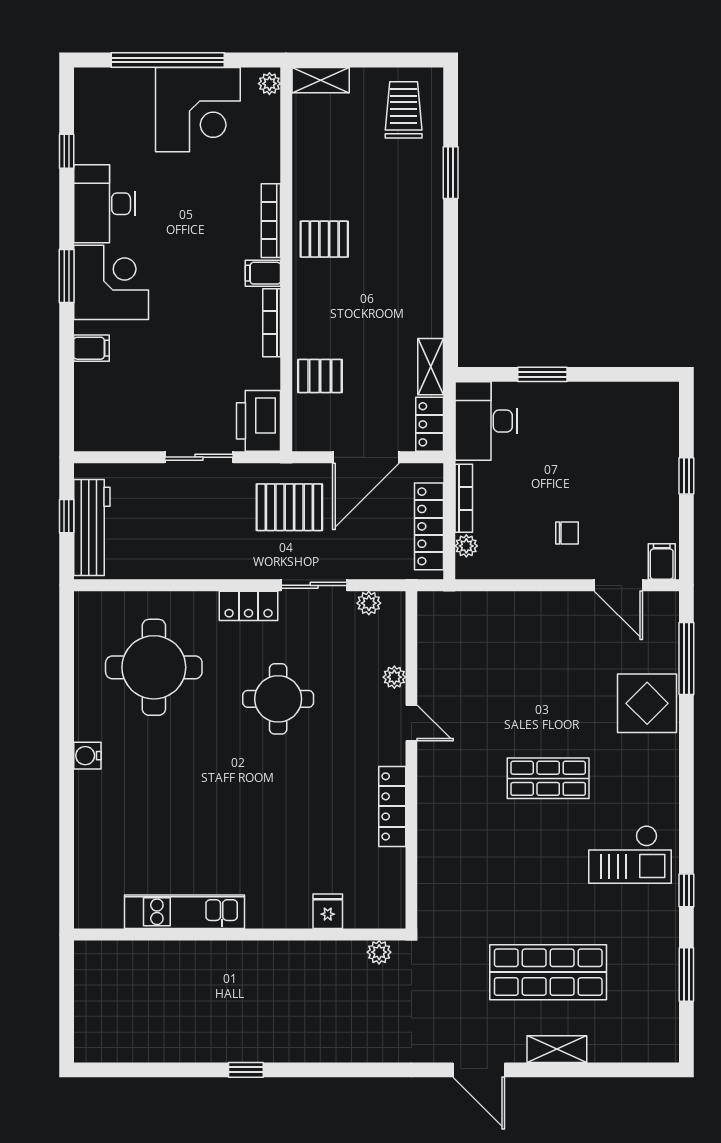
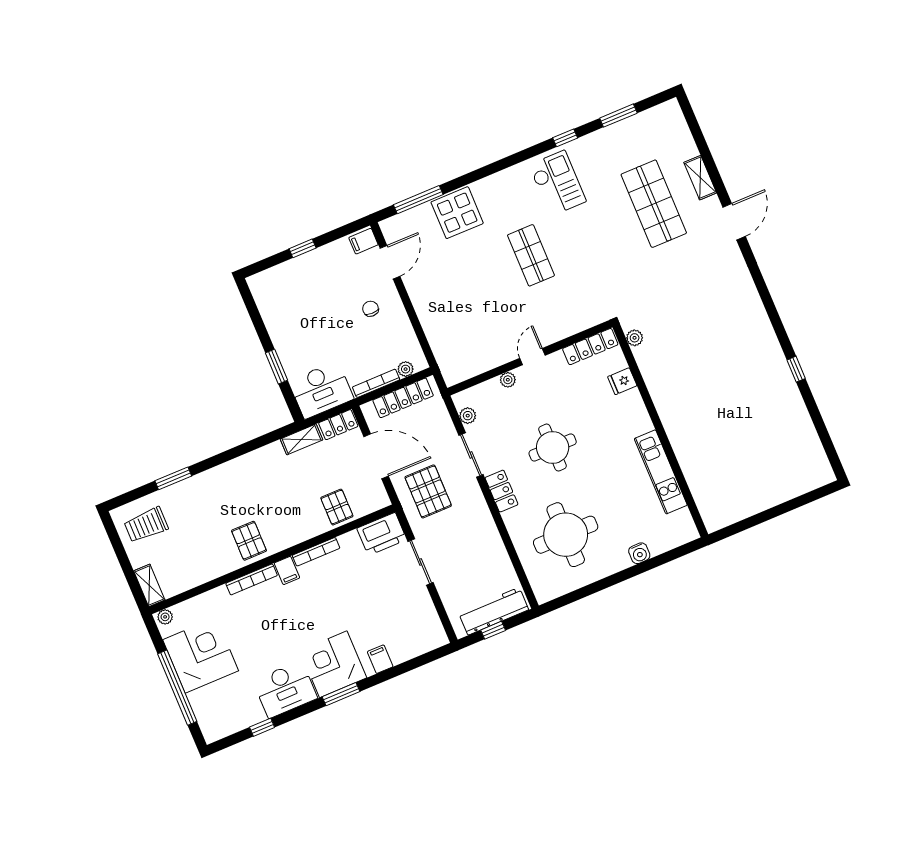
fridge: (328, 911) -> (622, 381), moved
kitchen unit: (184, 912) -> (661, 472), moved
wall: (240, 934) -> (660, 431), moved
plant: (379, 952) -> (635, 338), moved

